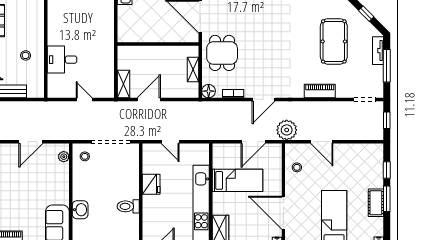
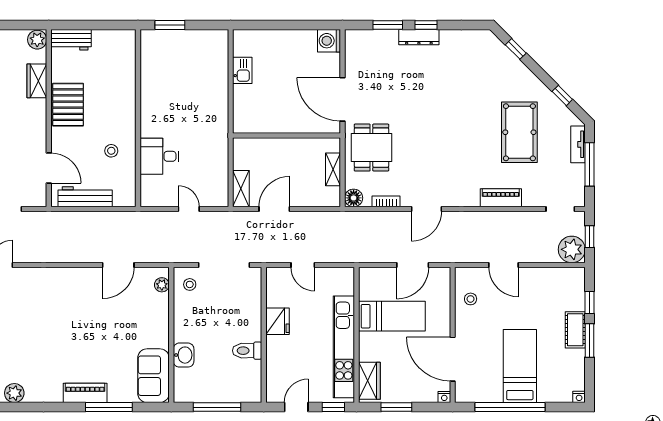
plant: (287, 130) -> (572, 249), moved
cot: (376, 203) -> (575, 330), moved

